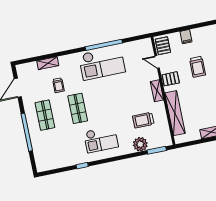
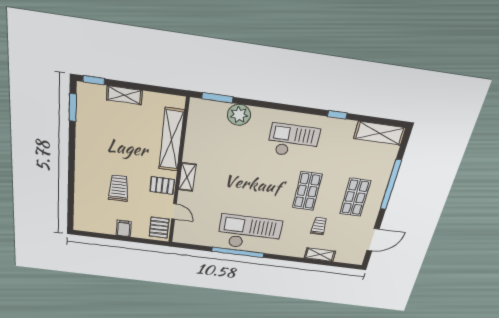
trolley: (143, 120) -> (222, 146), removed
shelving: (51, 163) -> (380, 133), added

